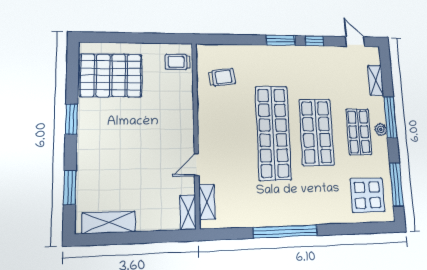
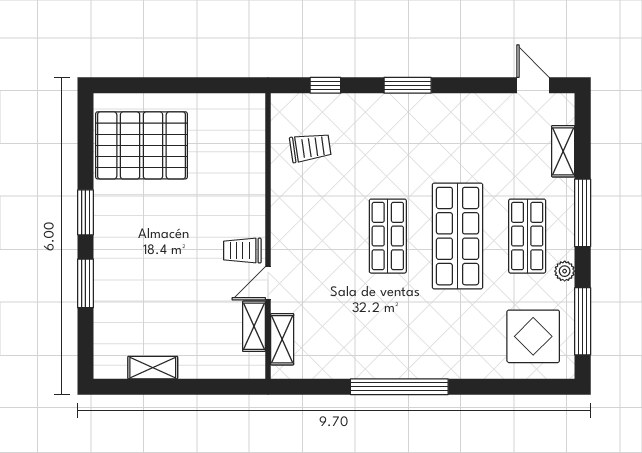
window: (314, 41) -> (325, 85), moved
trolley: (178, 62) -> (242, 251), moved
plant: (381, 129) -> (565, 271), moved
shop shelf: (273, 133) -> (388, 236), width x0.50, depth x0.74
window: (70, 187) -> (85, 283), moved
shelving: (188, 212) -> (254, 326), moved
shelving: (109, 222) -> (153, 368), width x0.67, depth x0.75

